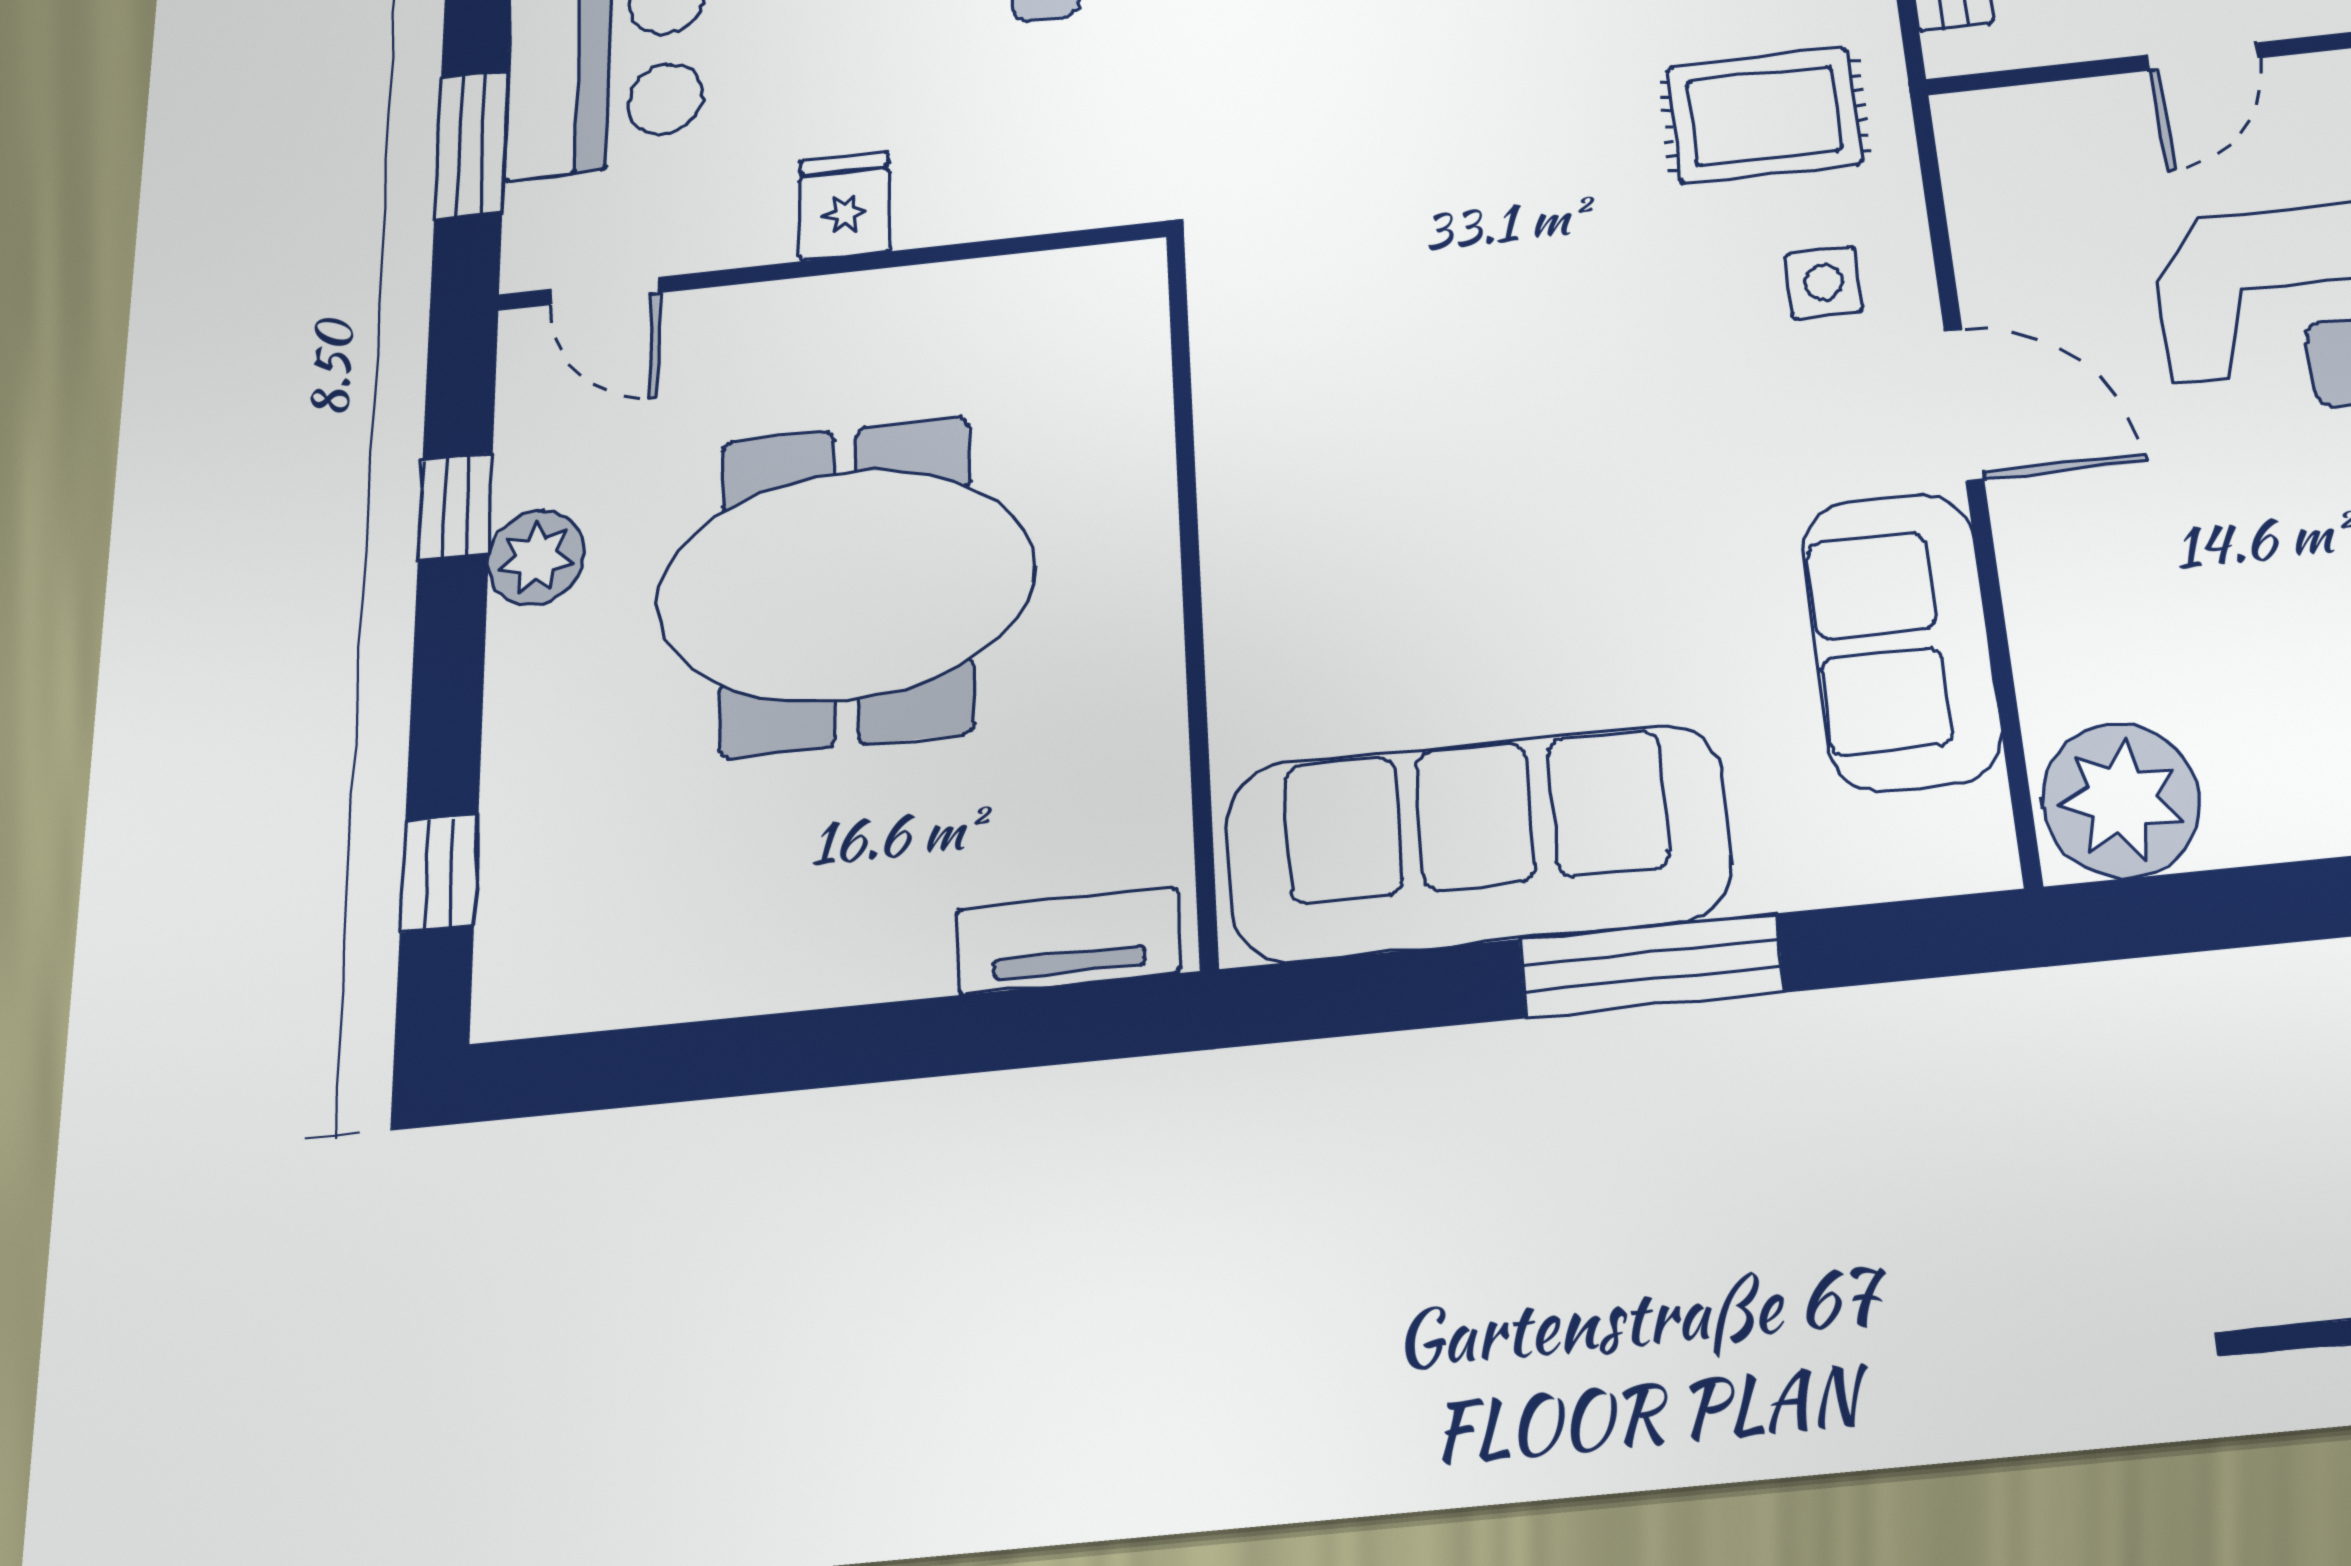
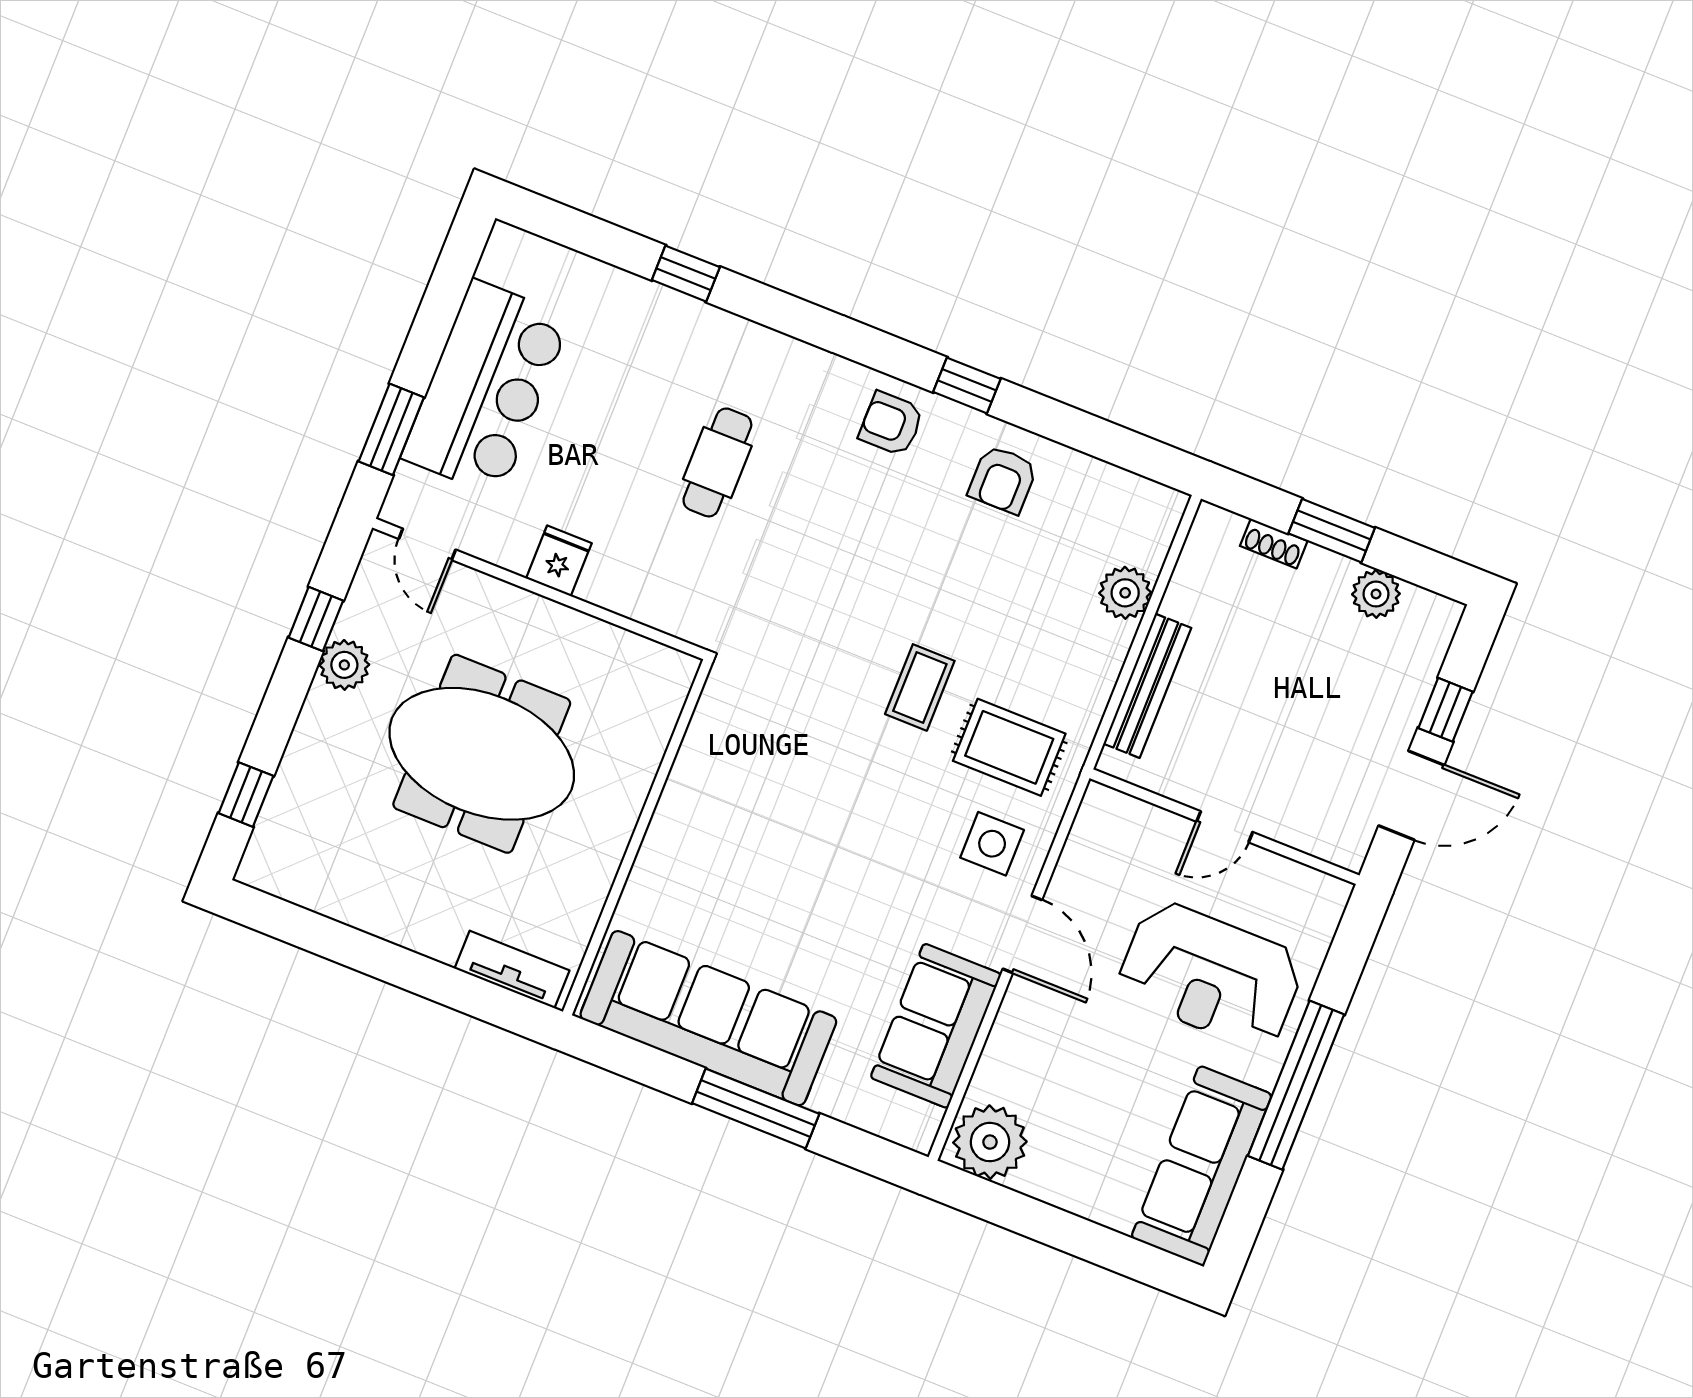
coffee table: (1560, 99) -> (920, 687), added
side table: (1824, 282) -> (992, 844), width x1.37, depth x1.37

